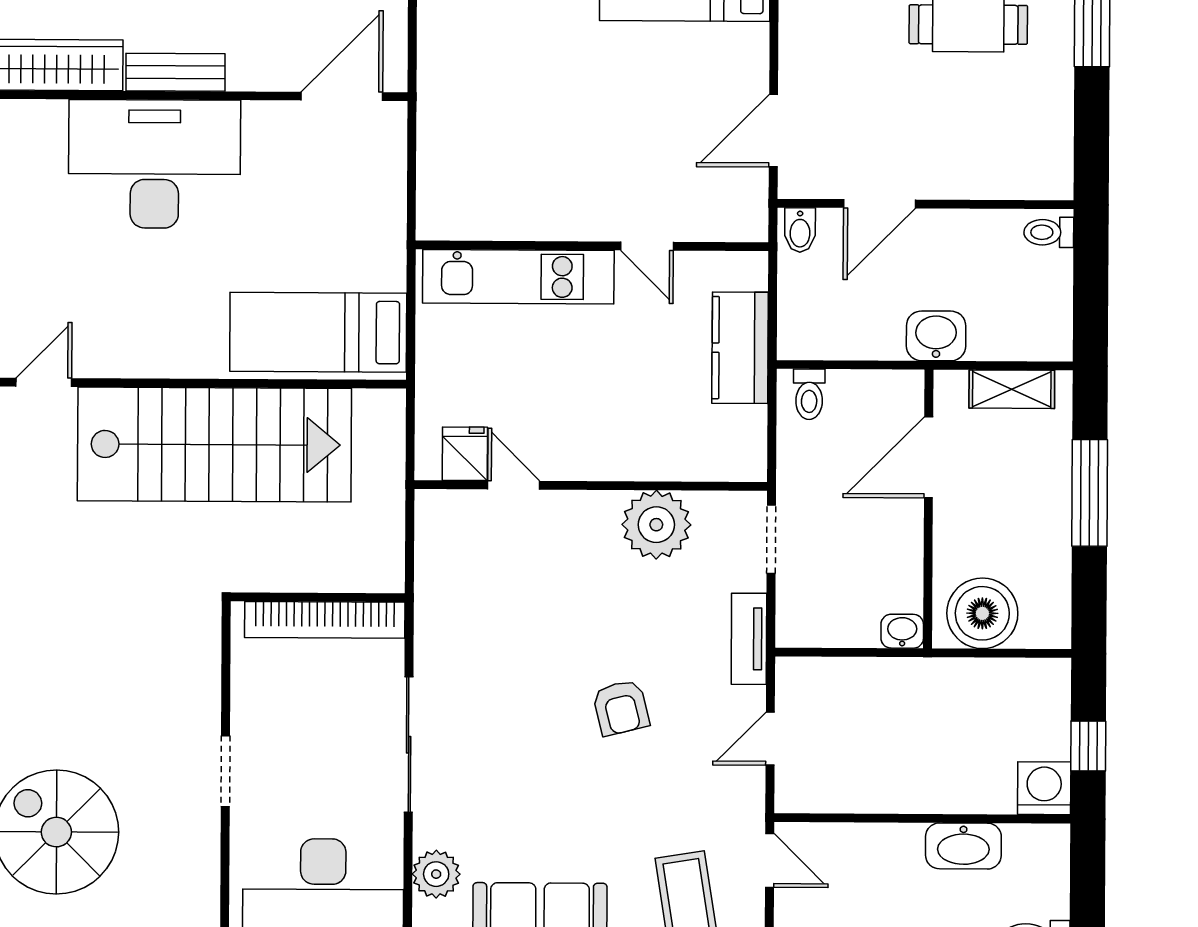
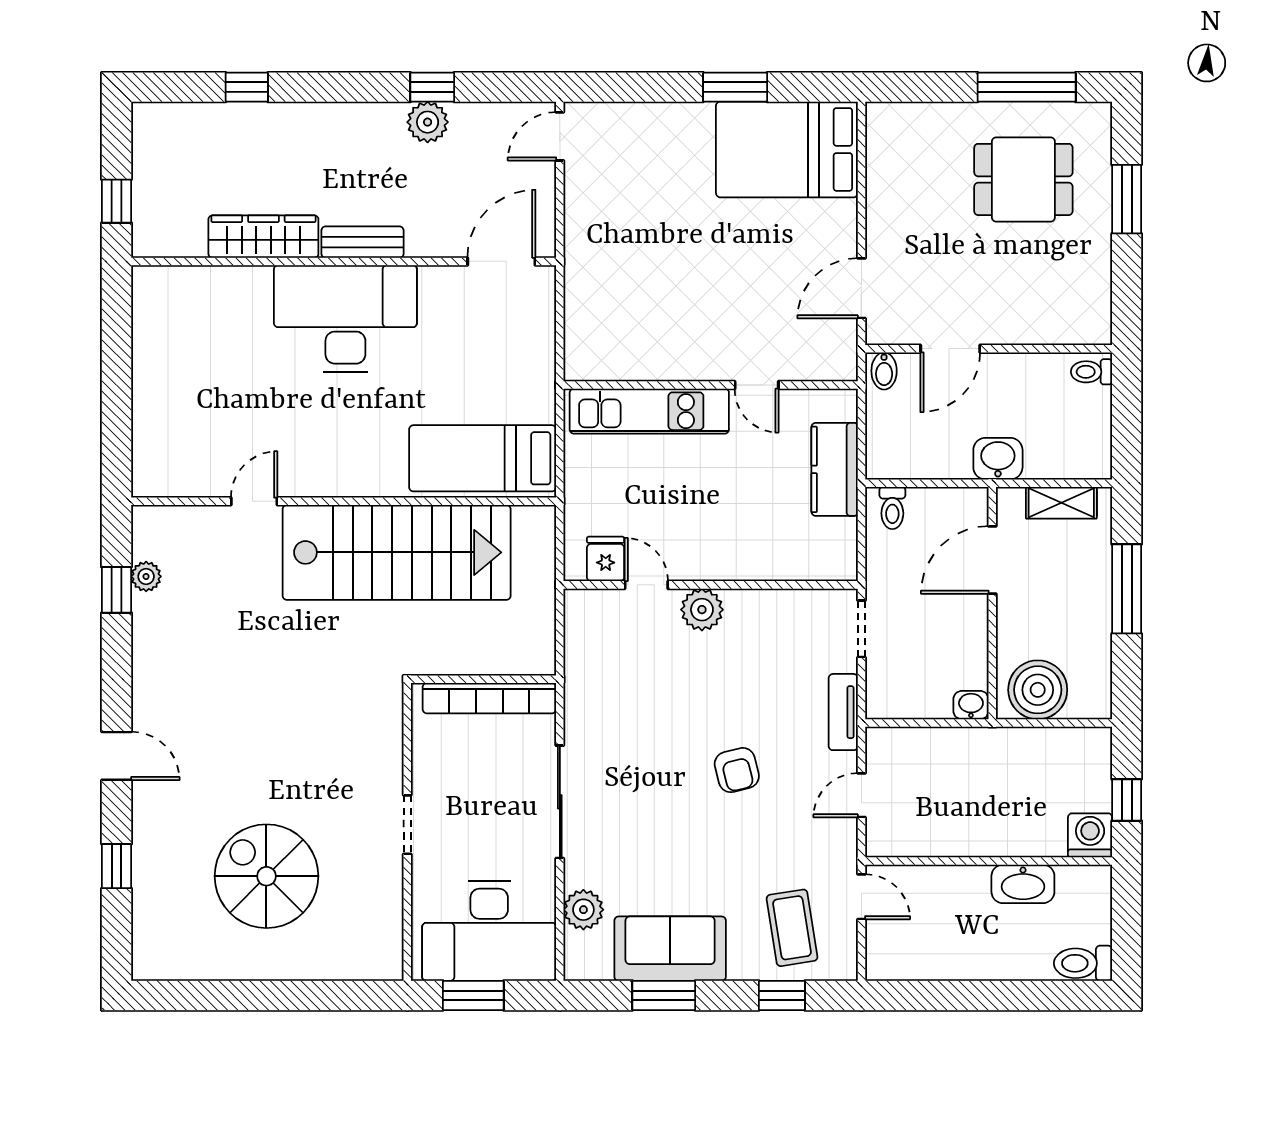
plant: (656, 525) -> (702, 610), moved, width x0.73, depth x0.73

